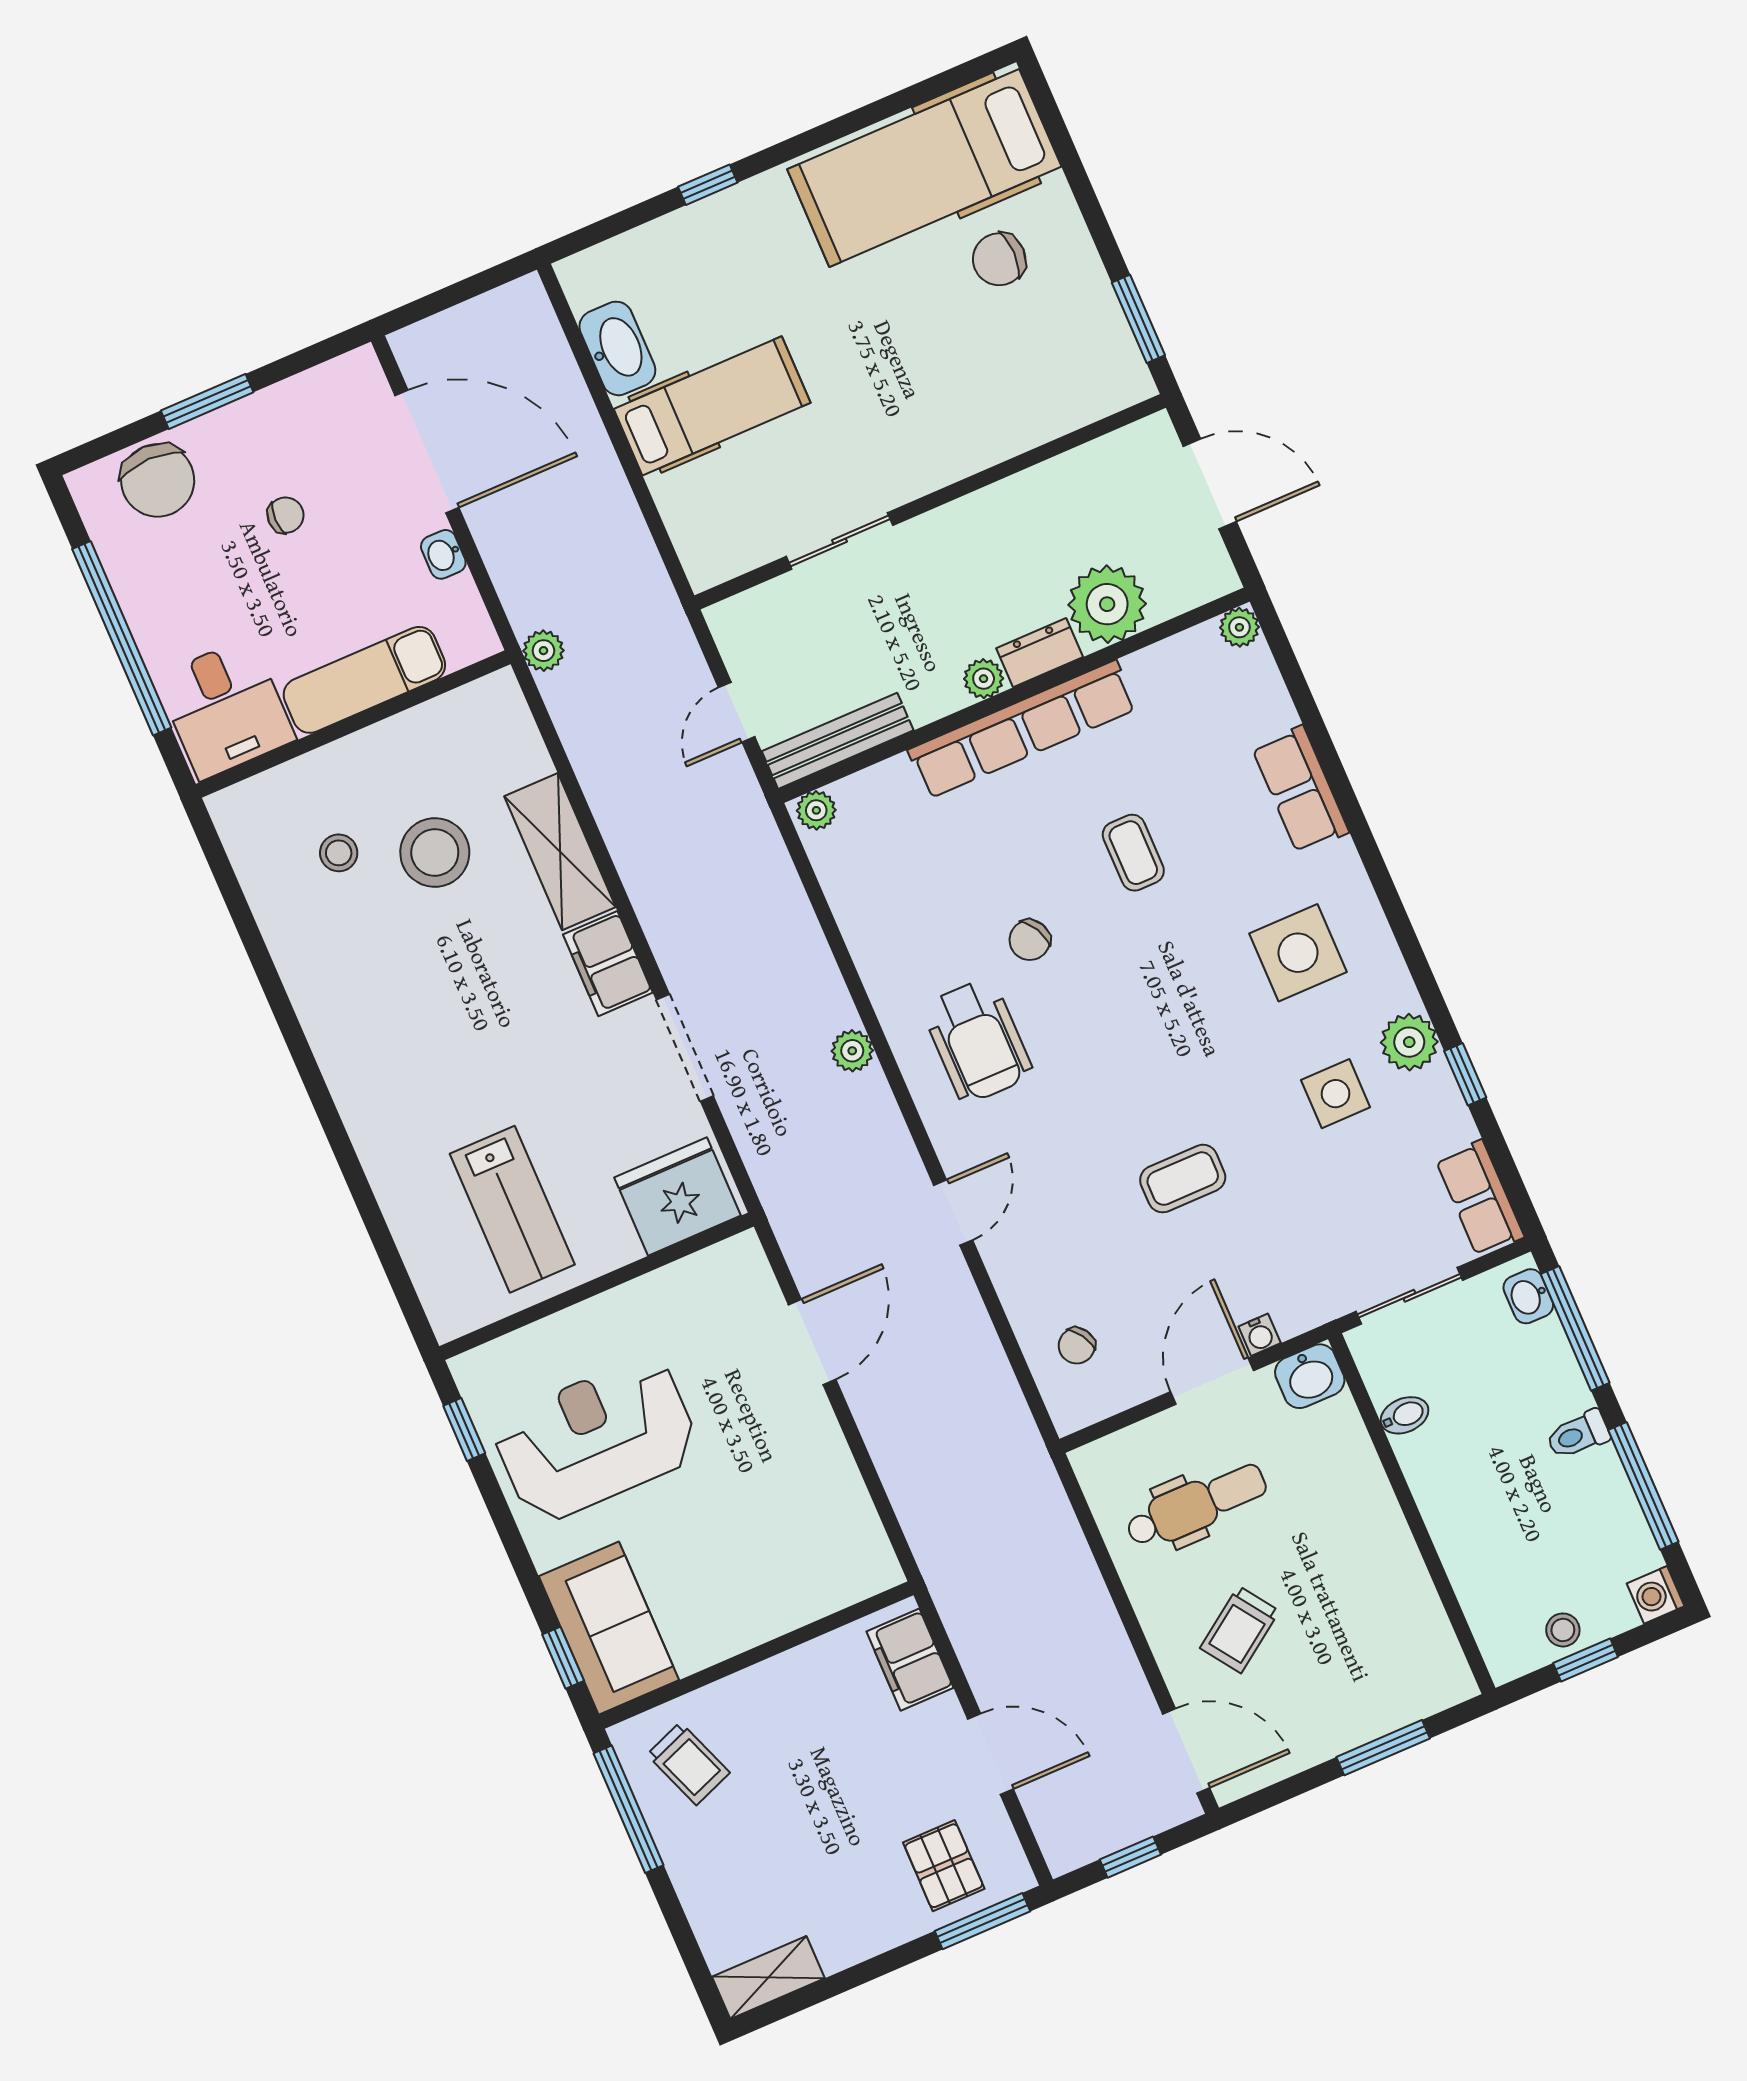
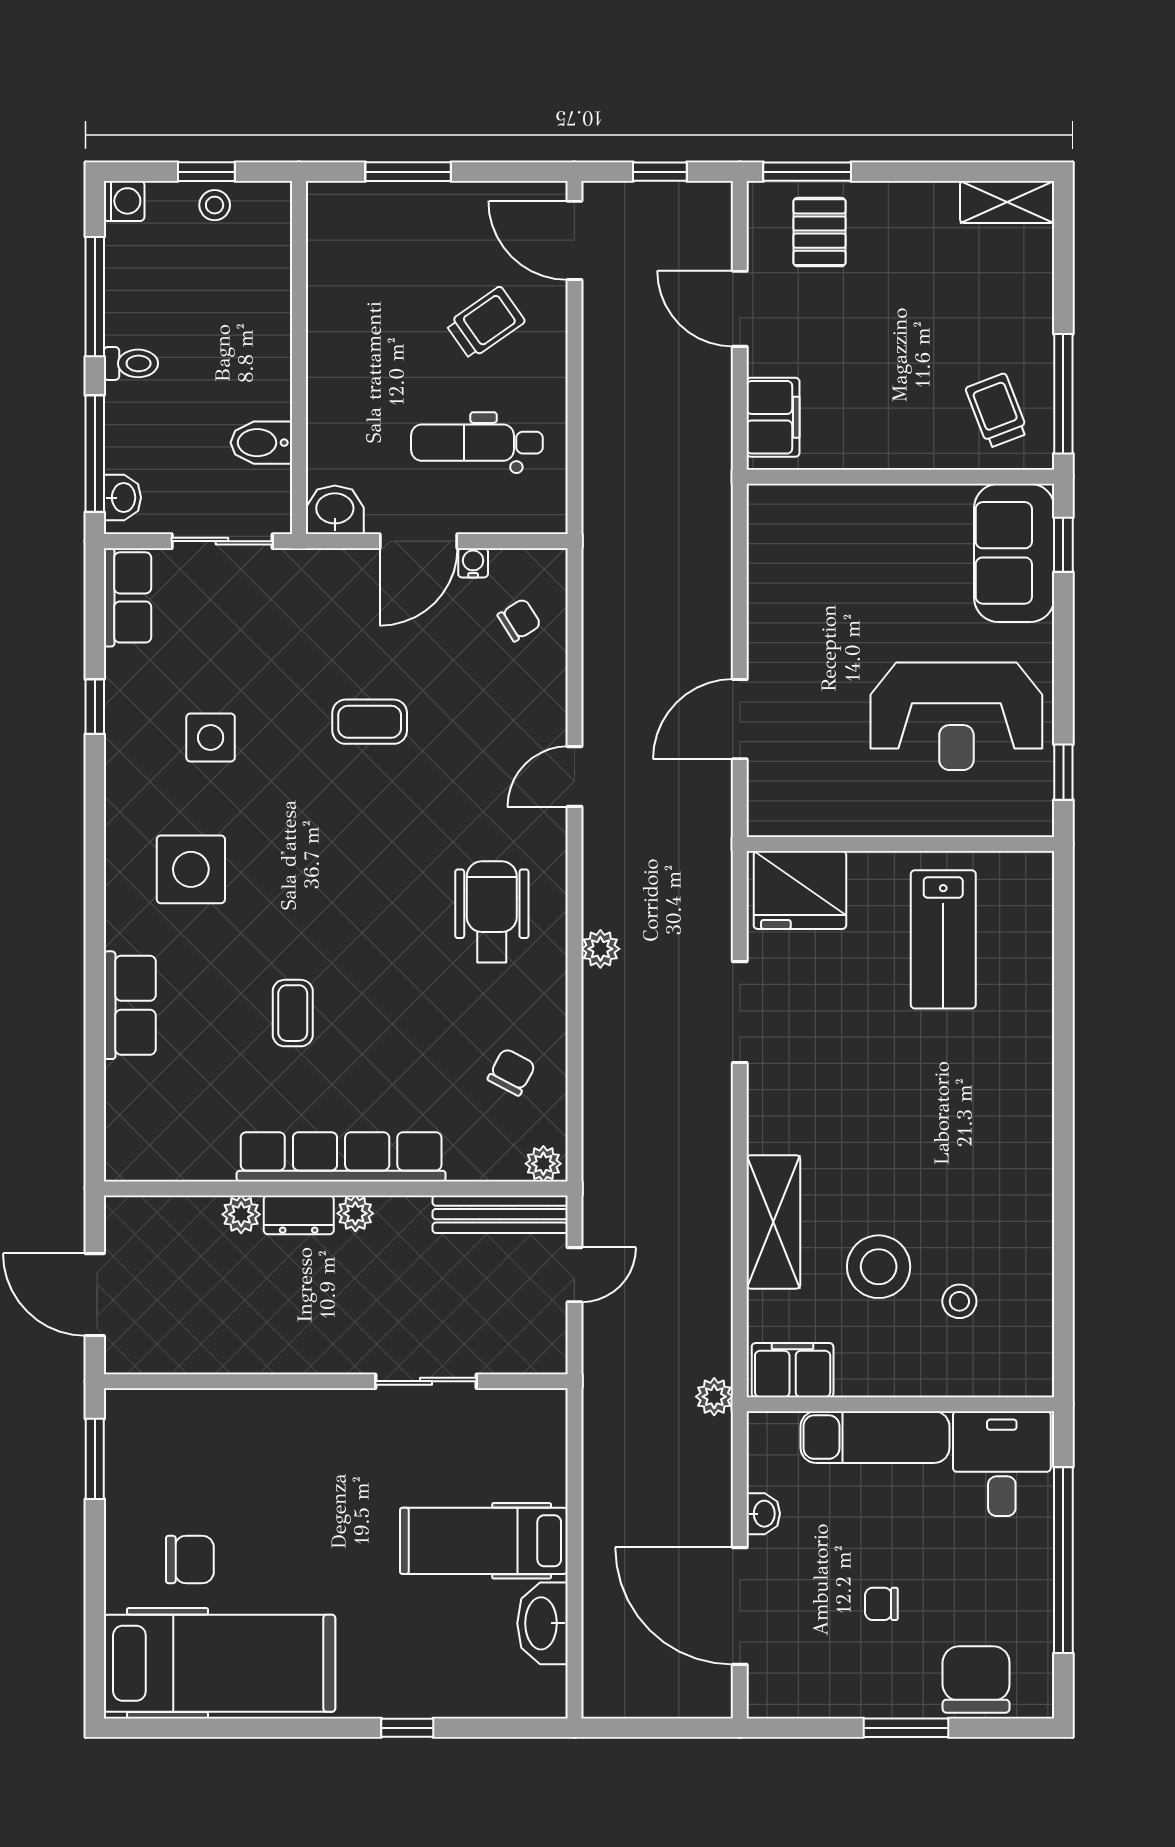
plant: (1107, 604) -> (241, 1214), width x0.53, depth x0.53
plant: (1239, 627) -> (122, 1164), removed
chair: (1030, 940) -> (512, 1072), moved, turned -34
filing cabinet: (608, 964) -> (793, 1370), moved, turned -90
plant: (1409, 1042) -> (130, 754), removed
lab bench: (512, 1209) -> (943, 939), turned 180
water cooler: (1260, 1335) -> (473, 563), moved
bidet: (1405, 1415) -> (261, 443), width x1.38, depth x1.36

